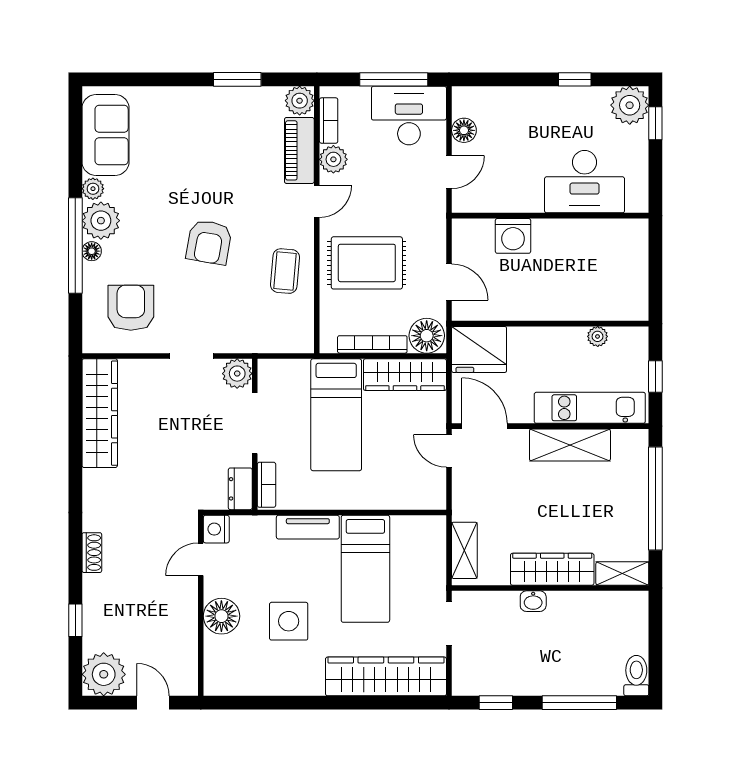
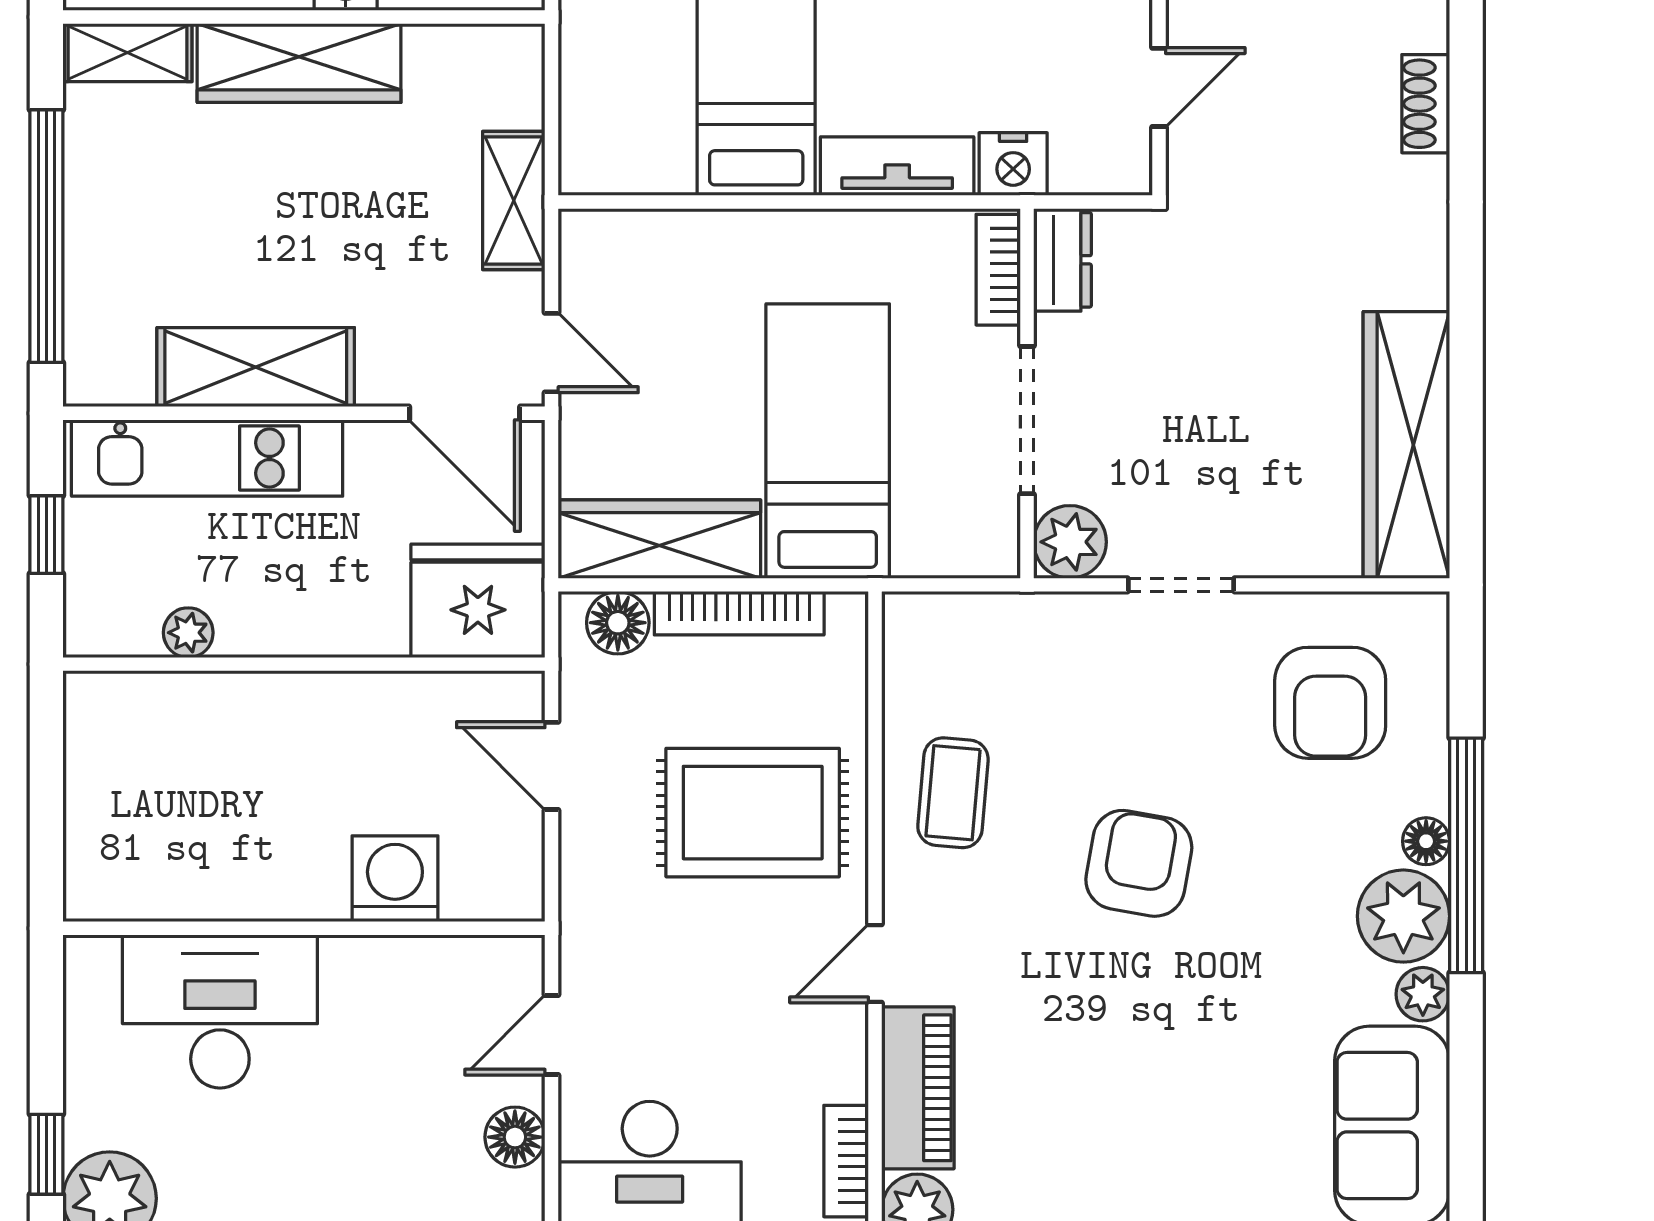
plant: (333, 159) -> (835, 1066), removed
floor lamp: (427, 336) -> (618, 623), width x0.73, depth x0.73
nightstand: (216, 529) -> (1013, 164), moved, turned 90
shelving: (464, 550) -> (514, 201), moved

